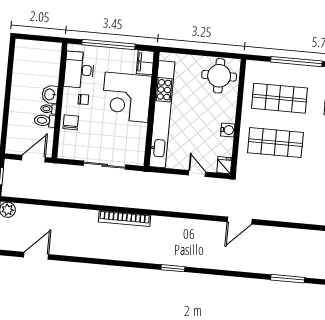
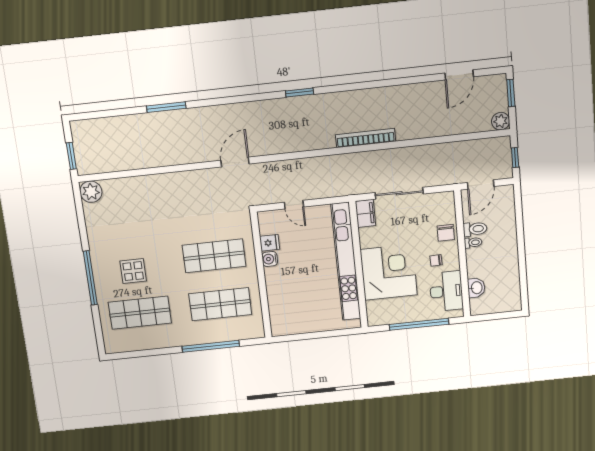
filing cabinet: (145, 62) -> (365, 213), moved
round table: (219, 76) -> (291, 315), removed
washbasin: (50, 94) -> (476, 288), moved
fridge: (224, 165) -> (270, 243), moved, turned -90

